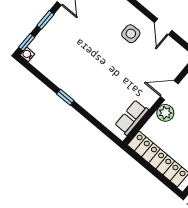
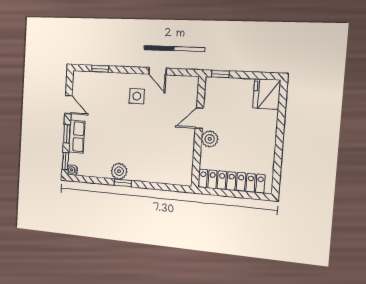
plant: (69, 85) -> (119, 171), added
row of seats: (132, 118) -> (77, 137), moved, turned 180

